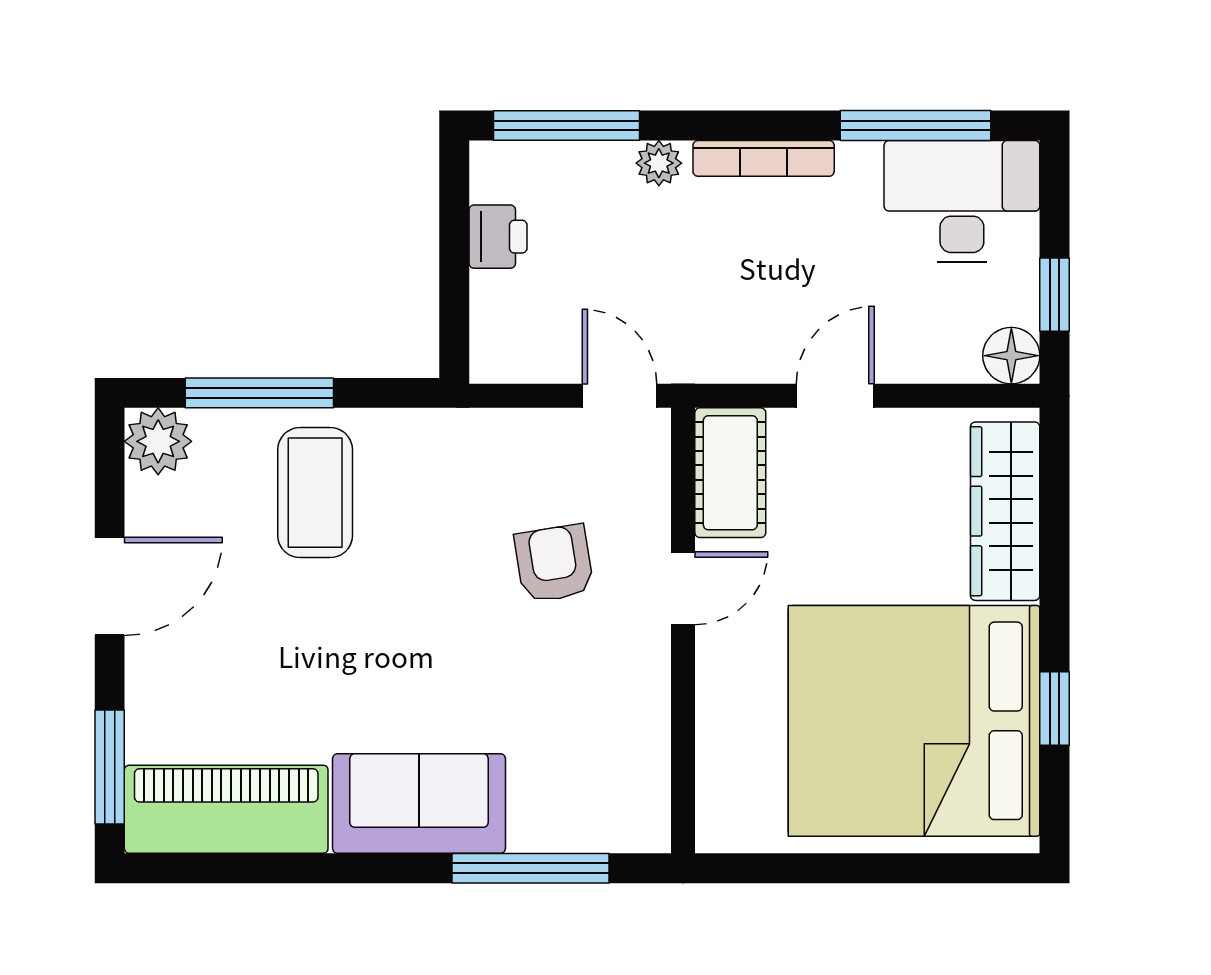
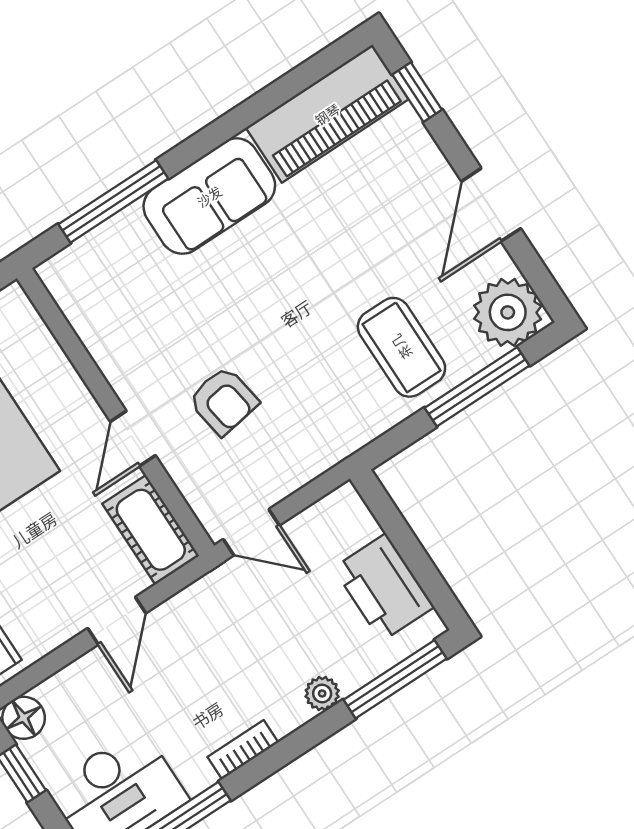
bookcase: (764, 158) -> (243, 750), width x0.64
printer: (498, 237) -> (384, 588), width x1.87, depth x1.48
plant: (158, 441) -> (508, 312), width x1.36, depth x1.36
window: (110, 767) -> (417, 92), width x0.67

